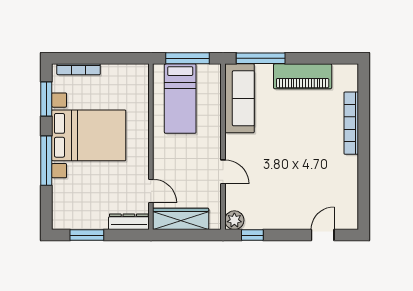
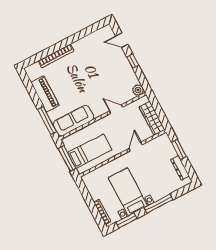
bed with nightstands: (89, 135) -> (128, 192), width x0.73
door: (223, 172) -> (116, 109), hinge flipped
door: (151, 191) -> (135, 147), moved
dresser: (129, 222) -> (180, 168), moved
window: (87, 235) -> (179, 149), moved
window: (252, 235) -> (133, 61), moved

